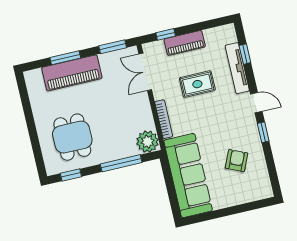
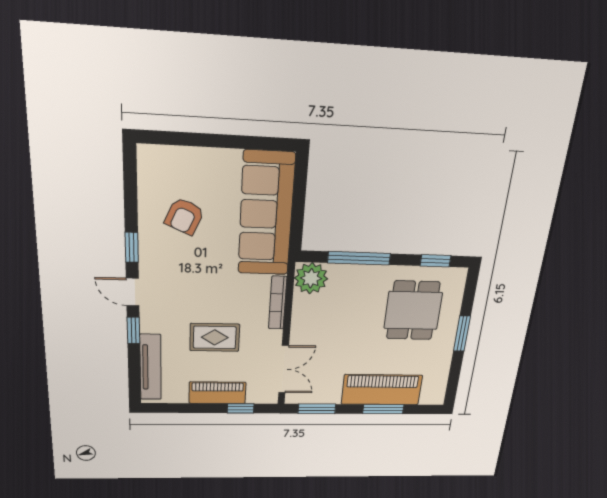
window: (245, 54) -> (133, 330), moved
tv unit: (237, 68) -> (151, 367), moved
window: (32, 129) -> (462, 334), added

